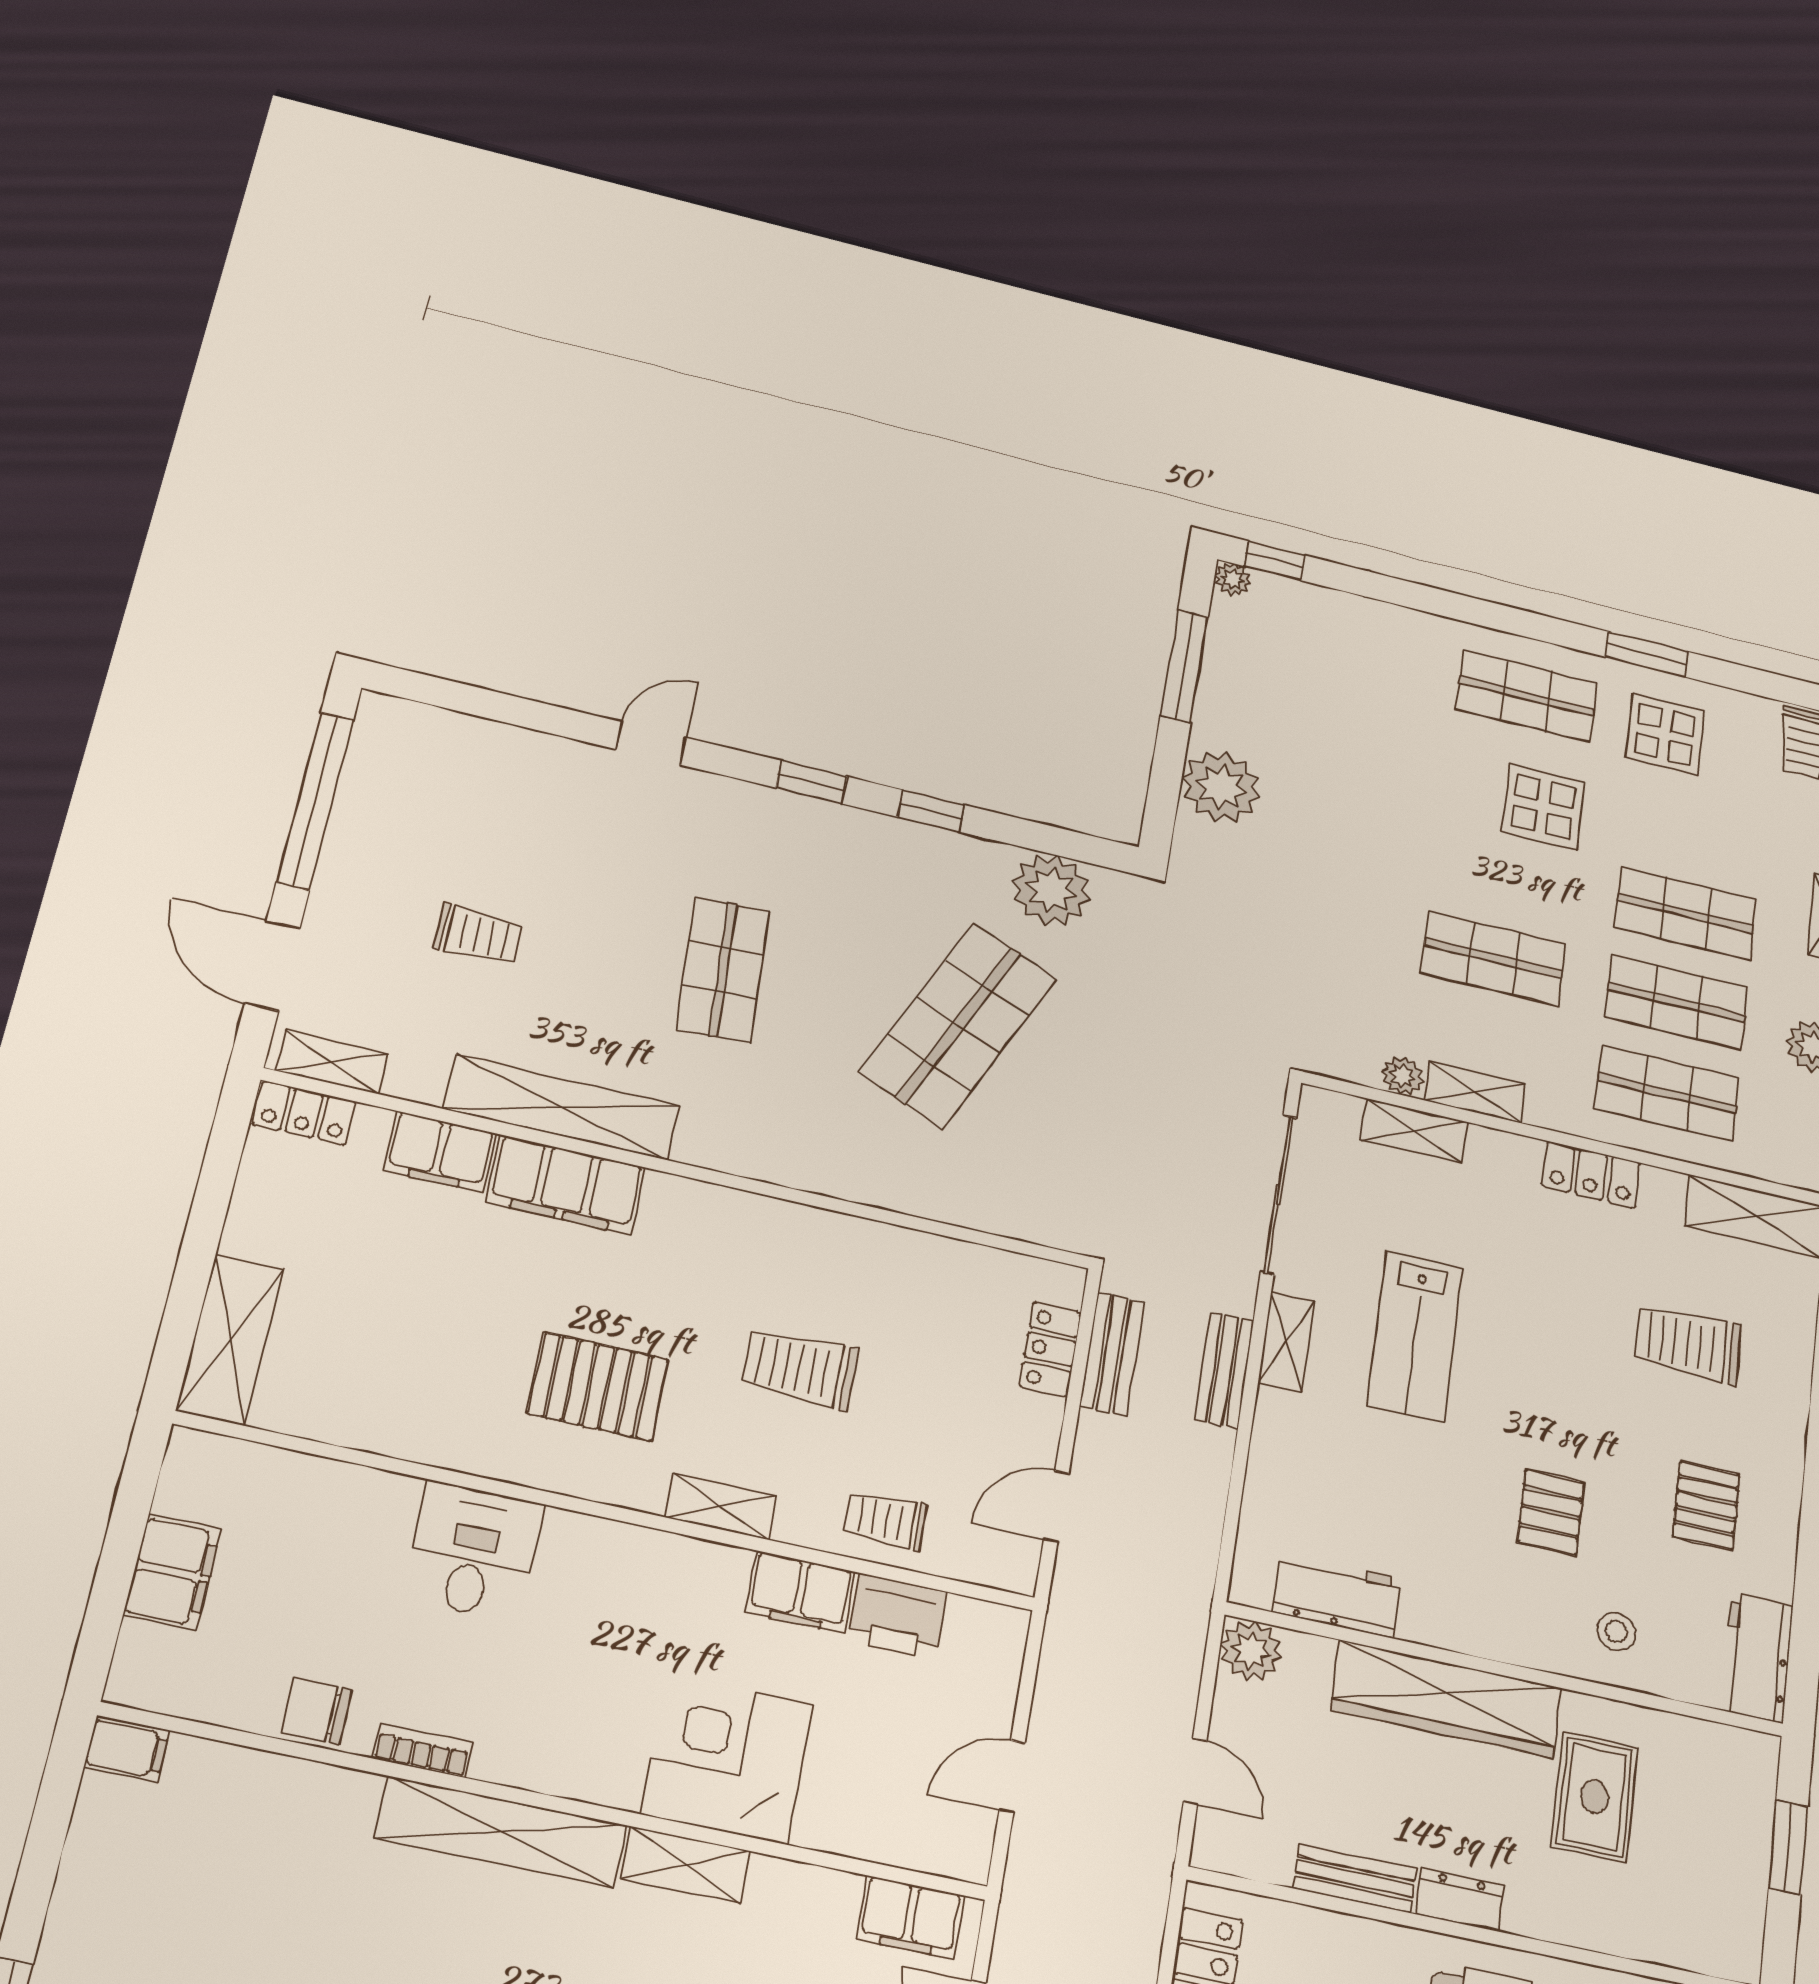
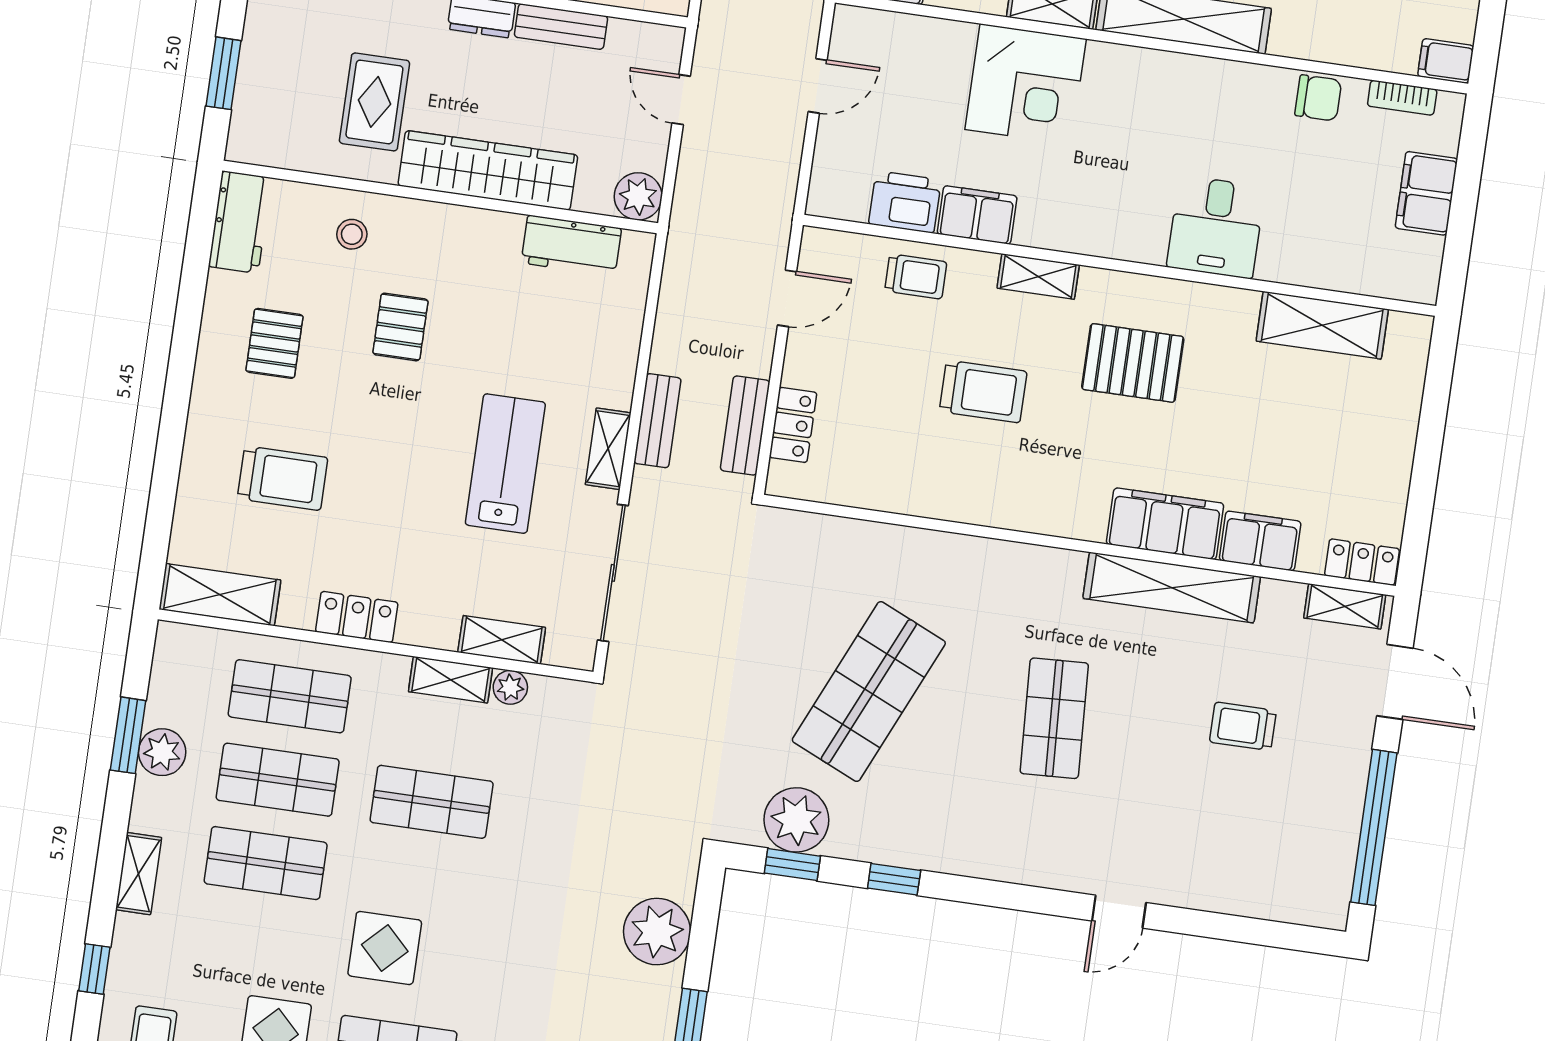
window: (812, 782) -> (792, 865), moved
shelving: (230, 1340) -> (1322, 325), moved, turned 90
bookcase: (422, 1750) -> (1402, 98), moved

